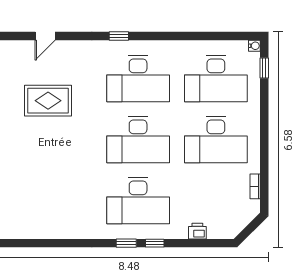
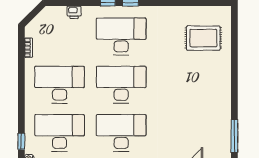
rug: (48, 101) -> (203, 38), moved

